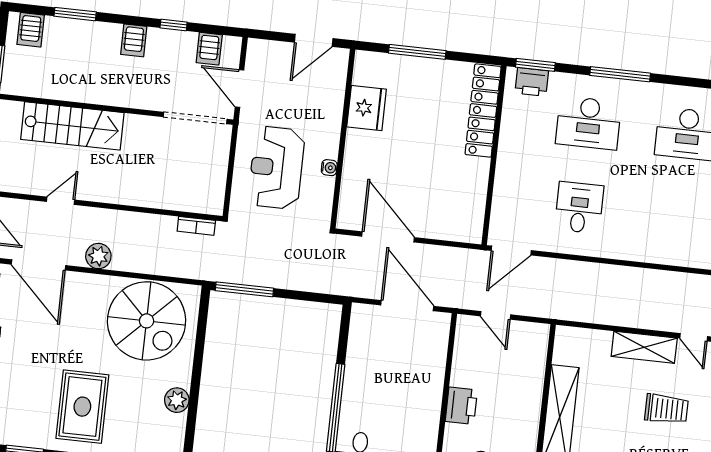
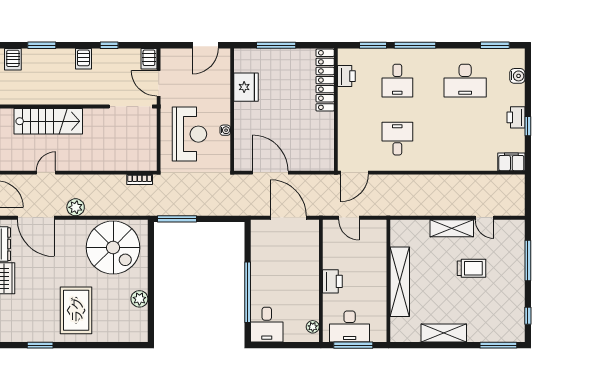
server rack: (209, 49) -> (149, 59), moved
window: (535, 65) -> (373, 45), moved
printer: (532, 82) -> (346, 76), moved, turned -90
desk: (589, 123) -> (397, 81), width x0.73
reception desk: (276, 168) -> (190, 134), turned 180

